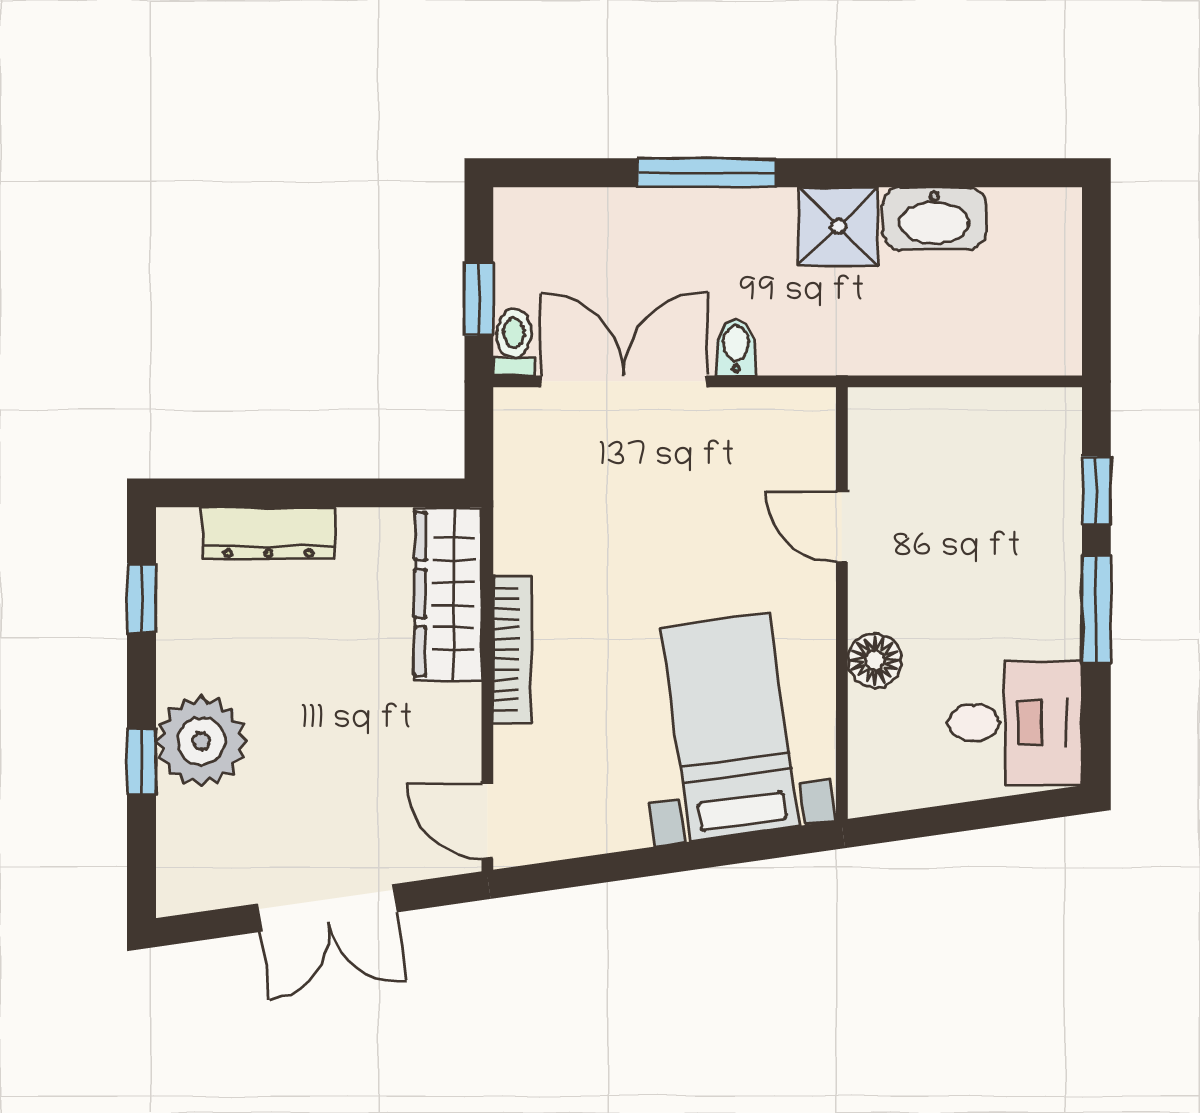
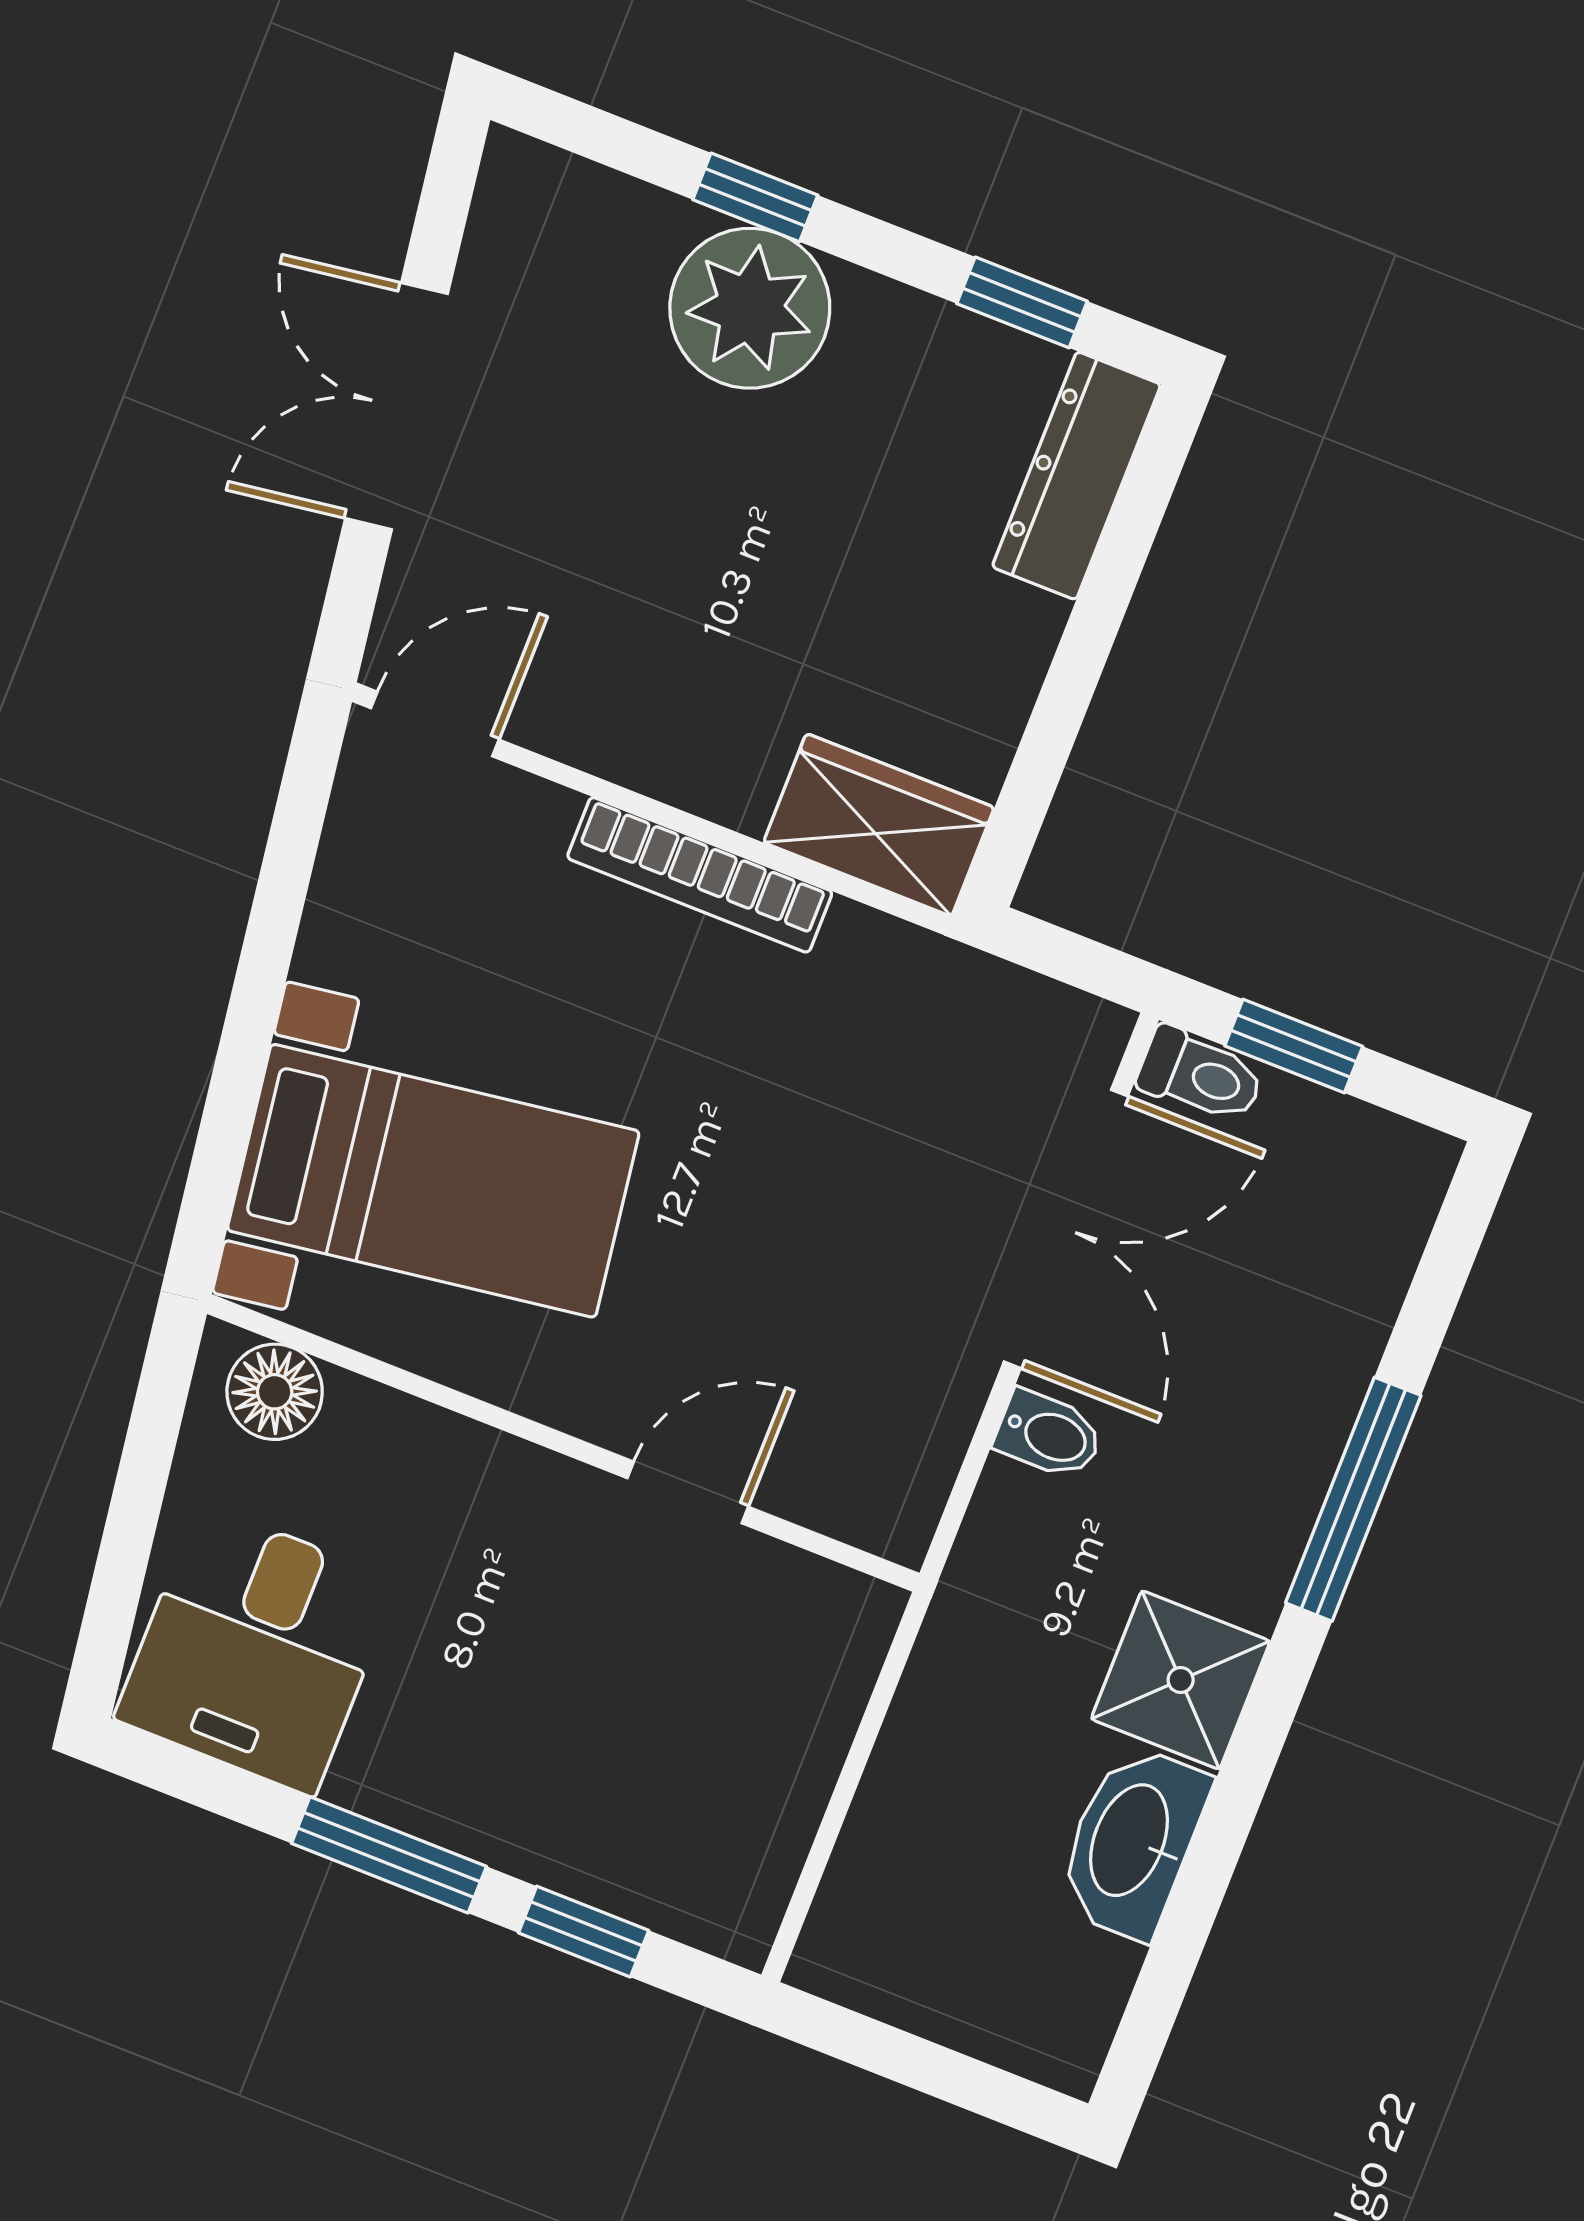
dresser: (269, 533) -> (1076, 476), moved
wardrobe: (448, 594) -> (879, 825), width x0.67
floor lamp: (875, 660) -> (275, 1392), moved

